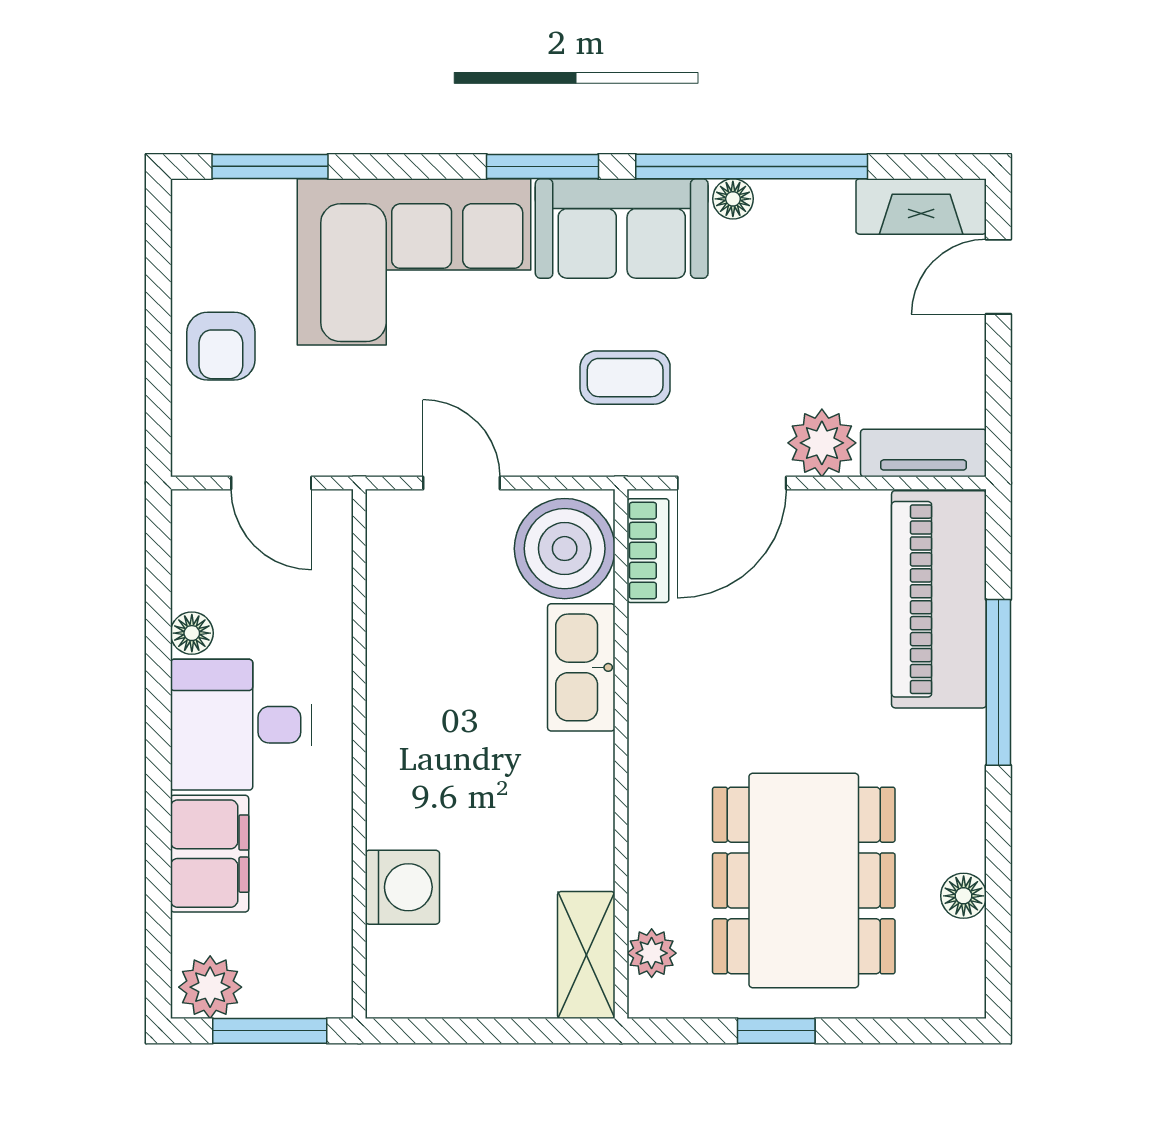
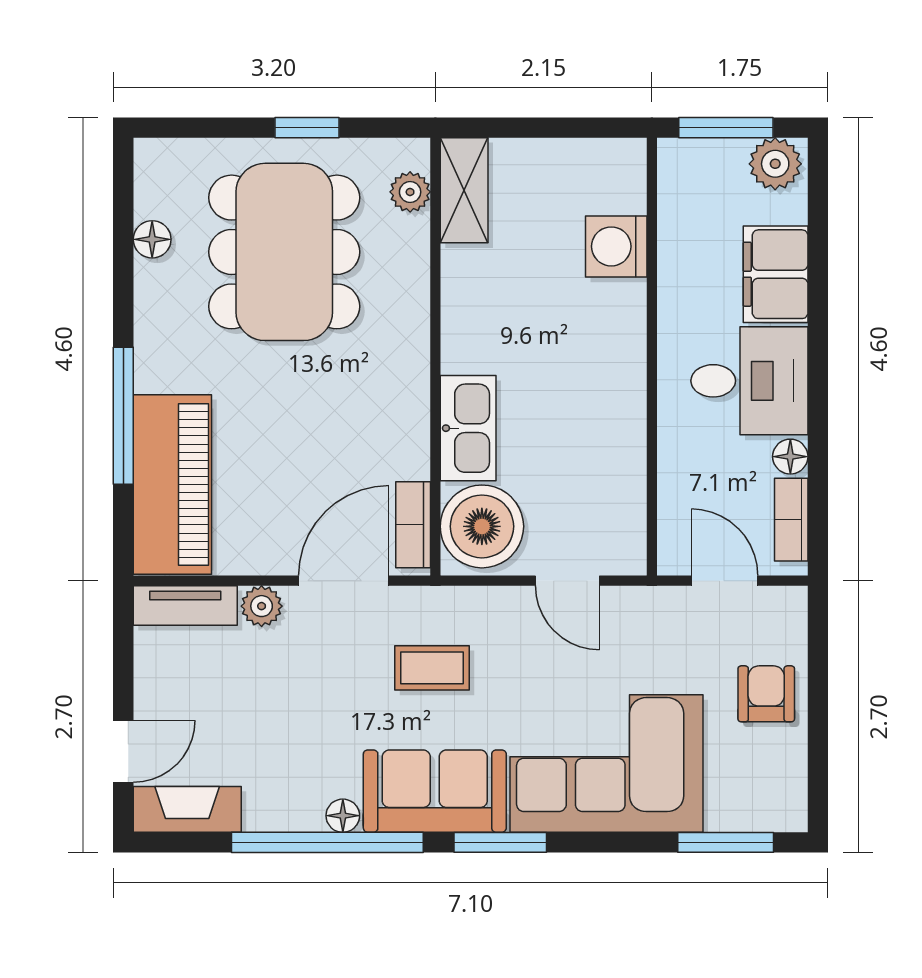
plant: (822, 443) -> (262, 606), width x0.73, depth x0.73
bookcase: (191, 557) -> (791, 520), added

